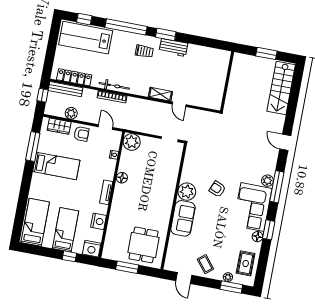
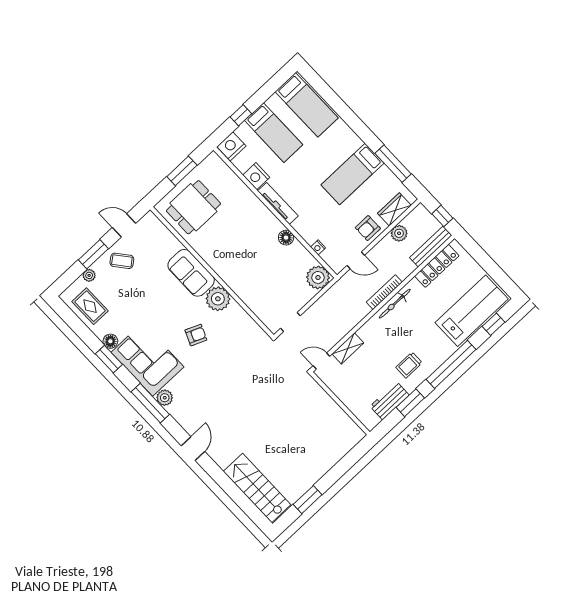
wall: (227, 81) -> (340, 403), moved
door: (285, 142) -> (193, 449), hinge flipped
tv unit: (106, 192) -> (278, 203), width x1.41
dining table: (143, 245) -> (193, 207), turned 90
window: (231, 287) -> (93, 254), moved

